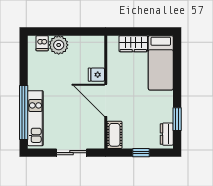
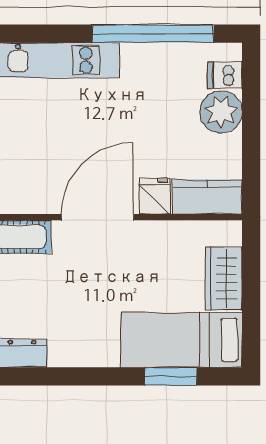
kitchen counter: (97, 51) -> (207, 197), added
window: (24, 112) -> (153, 34), moved
window: (177, 119) -> (171, 376), moved

